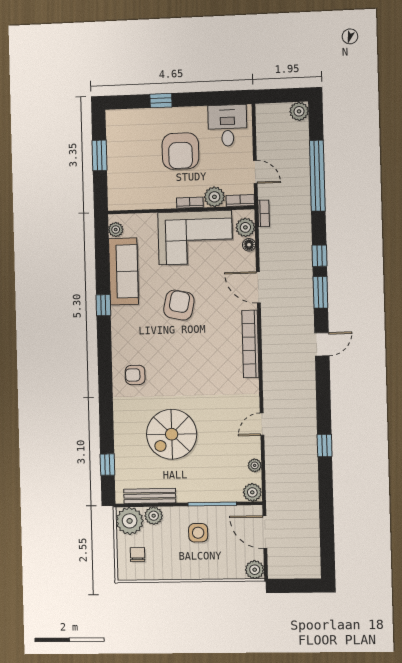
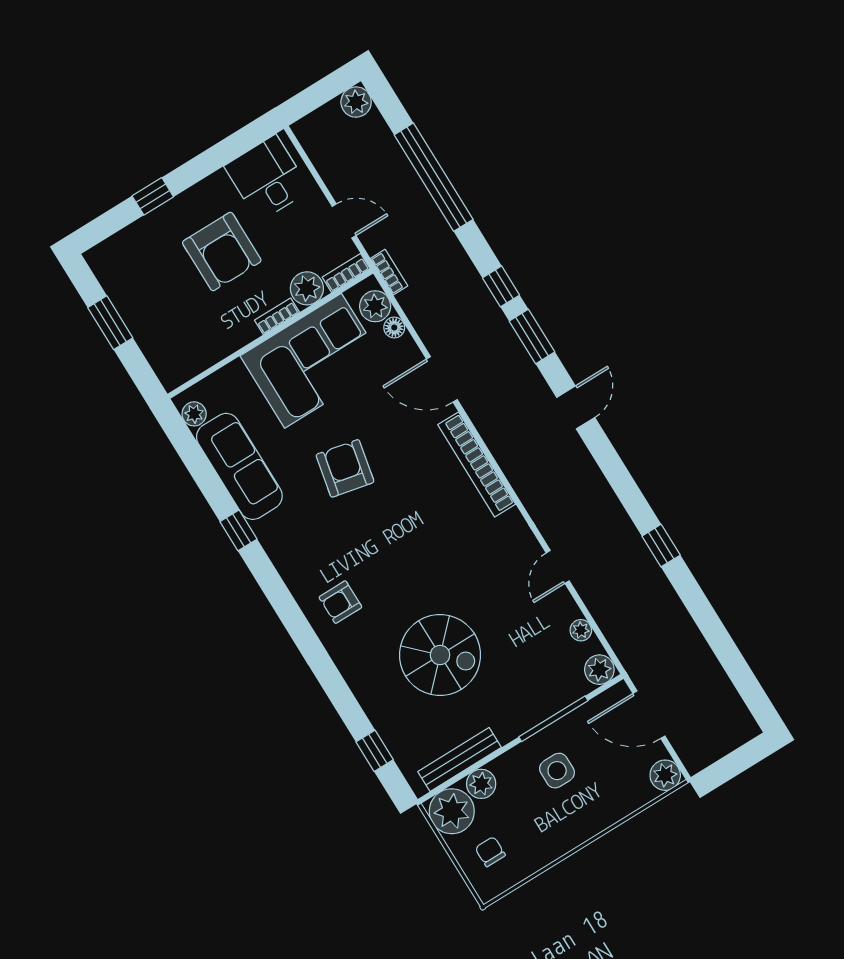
spiral stairs: (172, 434) -> (440, 655), turned -90

